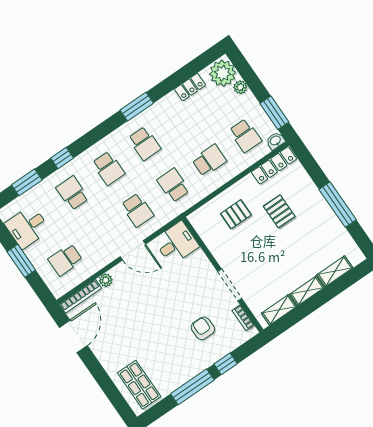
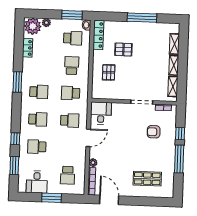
shop shelf: (139, 385) -> (147, 179), moved

